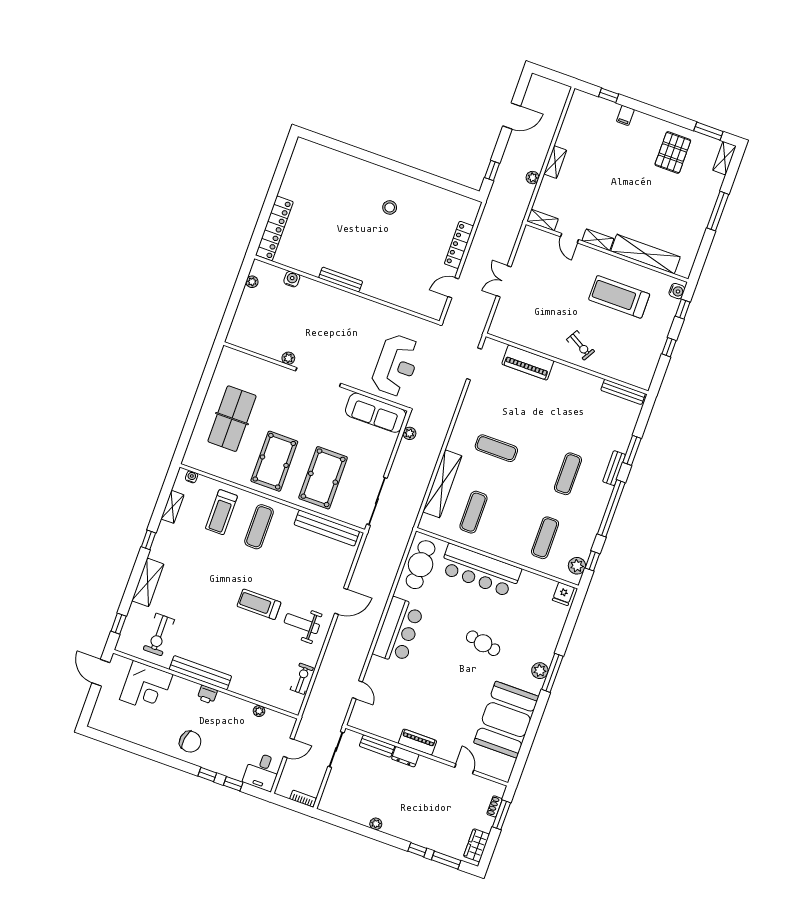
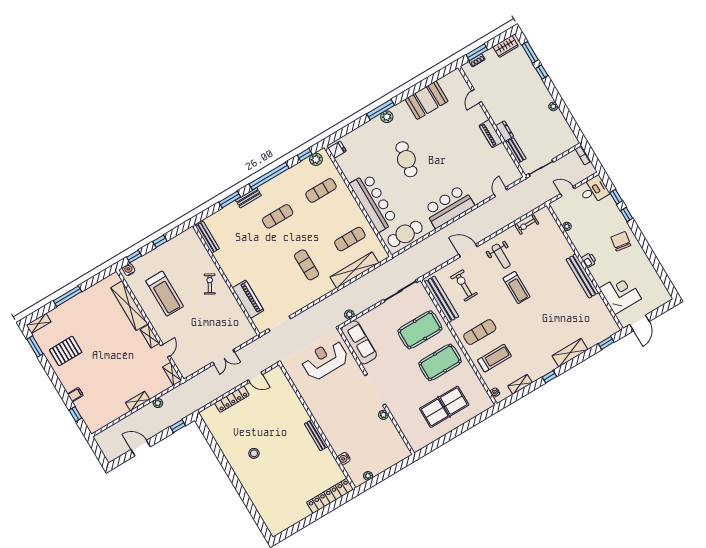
exercise bike: (159, 635) -> (464, 285), moved, turned -90
cafe table: (483, 643) -> (406, 159), width x1.37, depth x1.35
booth: (506, 720) -> (427, 100), width x0.73, depth x0.70

